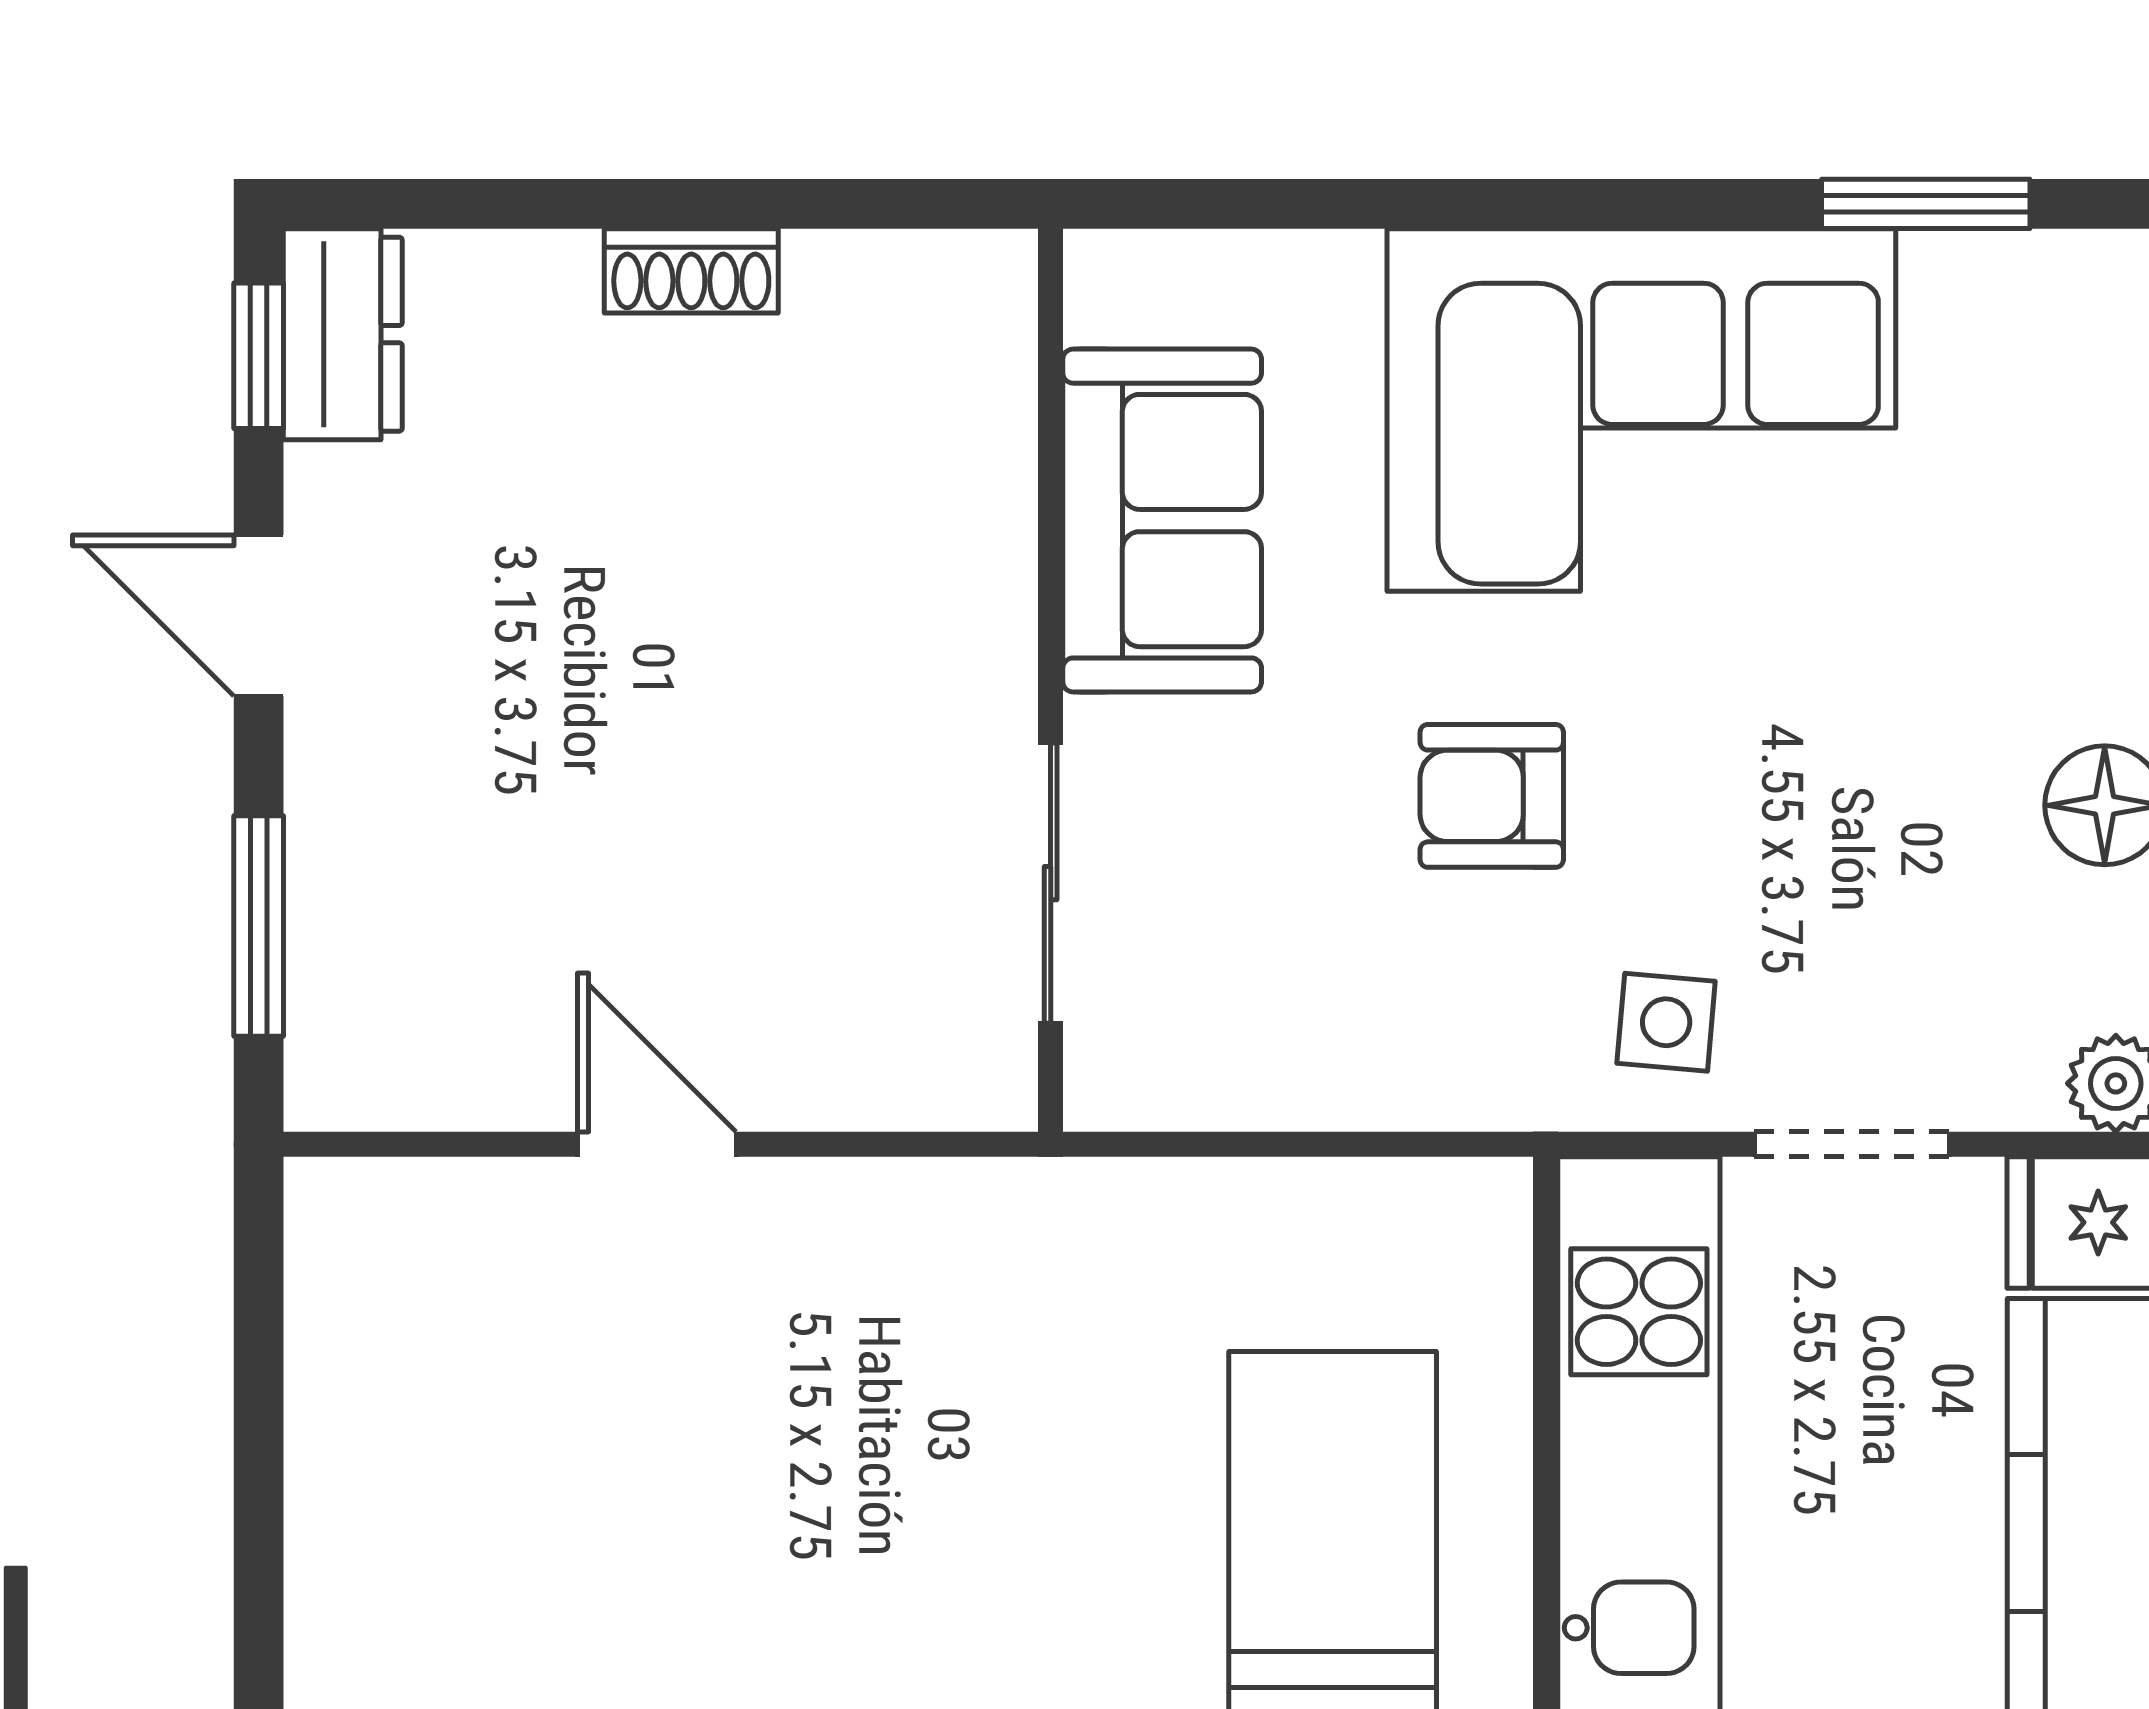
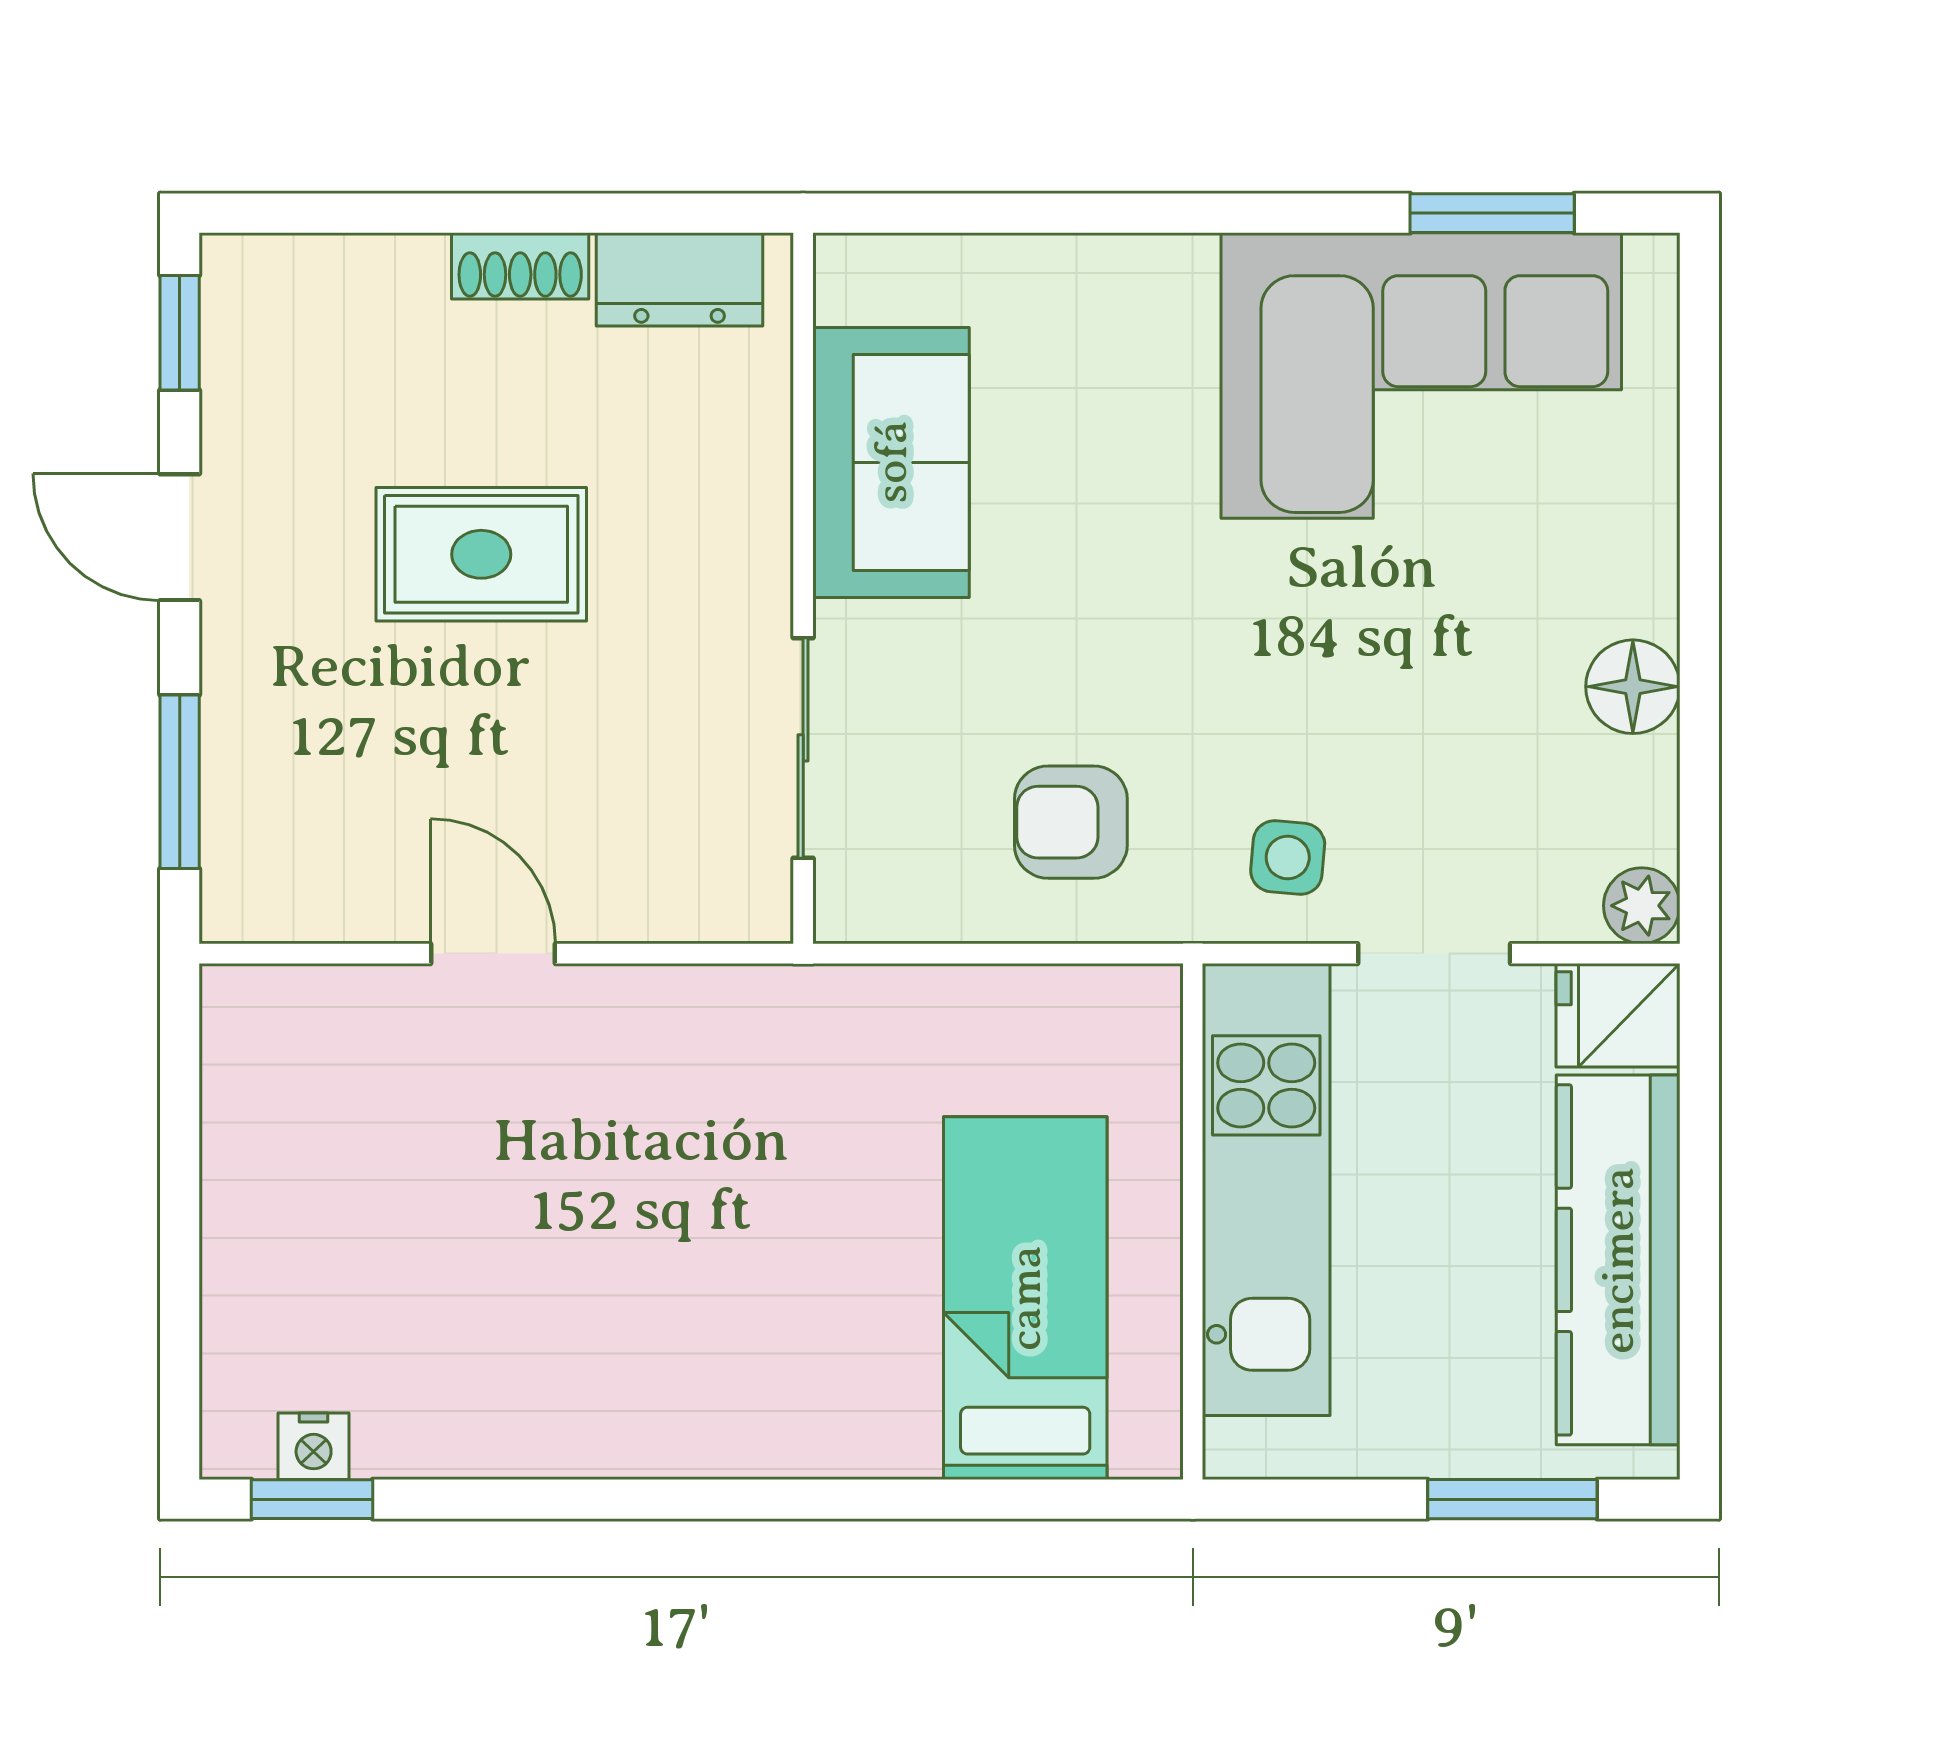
dresser: (343, 334) -> (680, 279), moved, turned 90
corner sofa: (1641, 410) -> (1421, 376), moved
rug: (642, 637) -> (481, 554), added
armchair: (1492, 796) -> (1071, 822), moved

